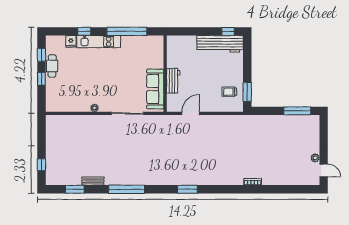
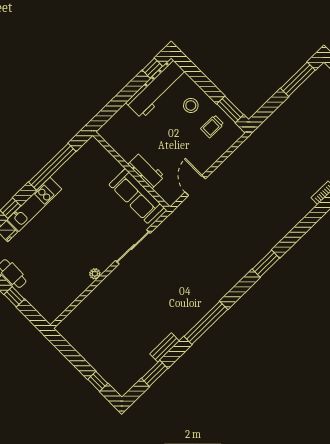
stool: (229, 70) -> (191, 105), added

